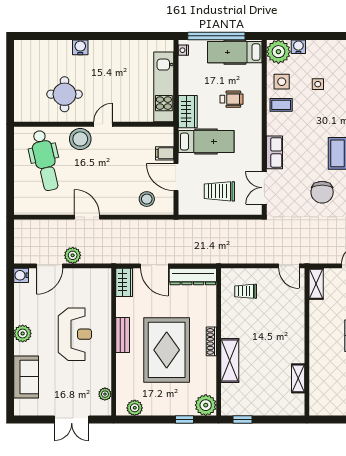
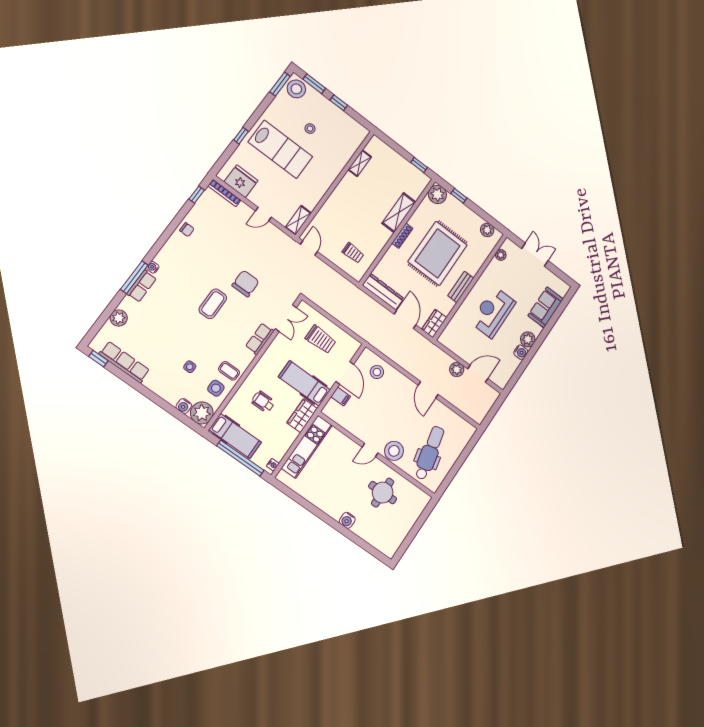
water cooler: (21, 275) -> (521, 352), moved

